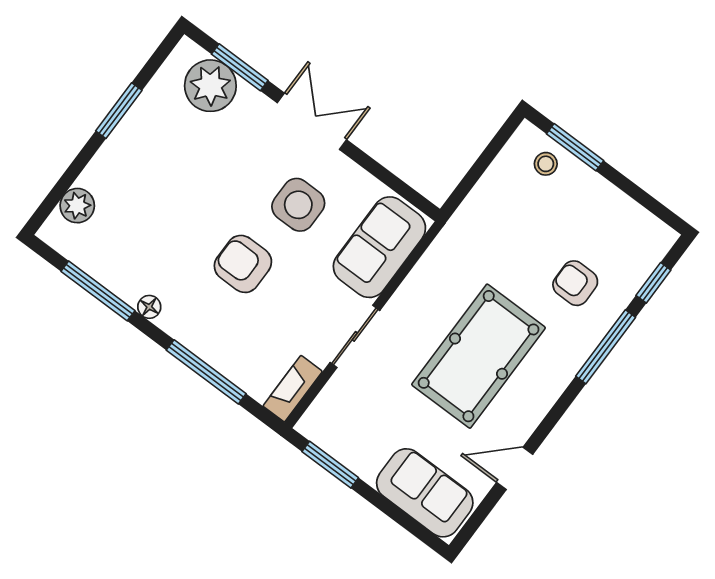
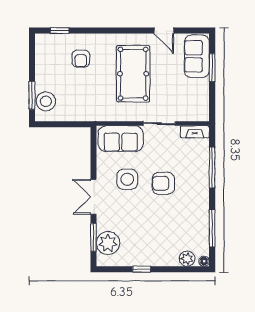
window: (119, 111) -> (142, 269), width x0.67
stool: (546, 164) -> (46, 101), width x1.89, depth x1.89
armchair: (243, 264) -> (163, 183), turned 90
floor lamp: (149, 307) -> (204, 261), moved
window: (606, 347) -> (96, 30), removed
pool table: (479, 356) -> (133, 74), turned 90
window: (330, 465) -> (212, 68), moved

